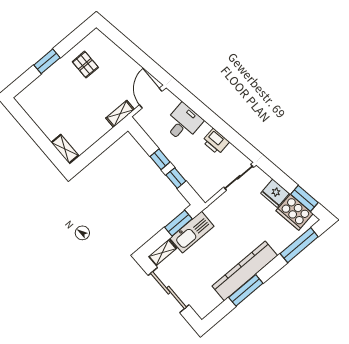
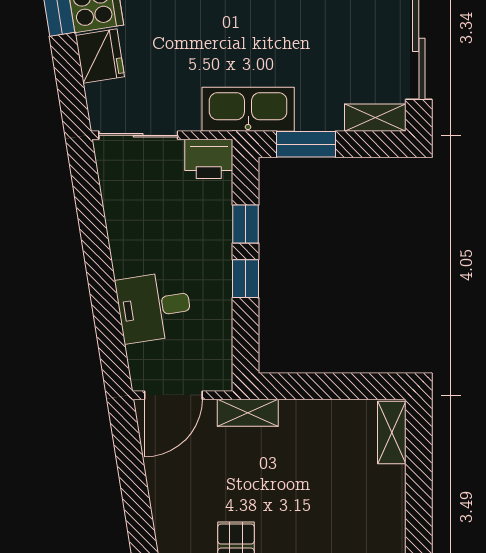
printer: (216, 142) -> (209, 159), moved, turned 99
kitchen sink: (192, 232) -> (248, 109), moved

